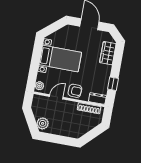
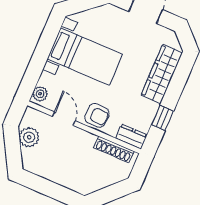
wardrobe: (108, 53) -> (162, 74), width x1.50
door: (56, 97) -> (64, 119), hinge flipped
plant: (43, 123) -> (29, 137), moved

